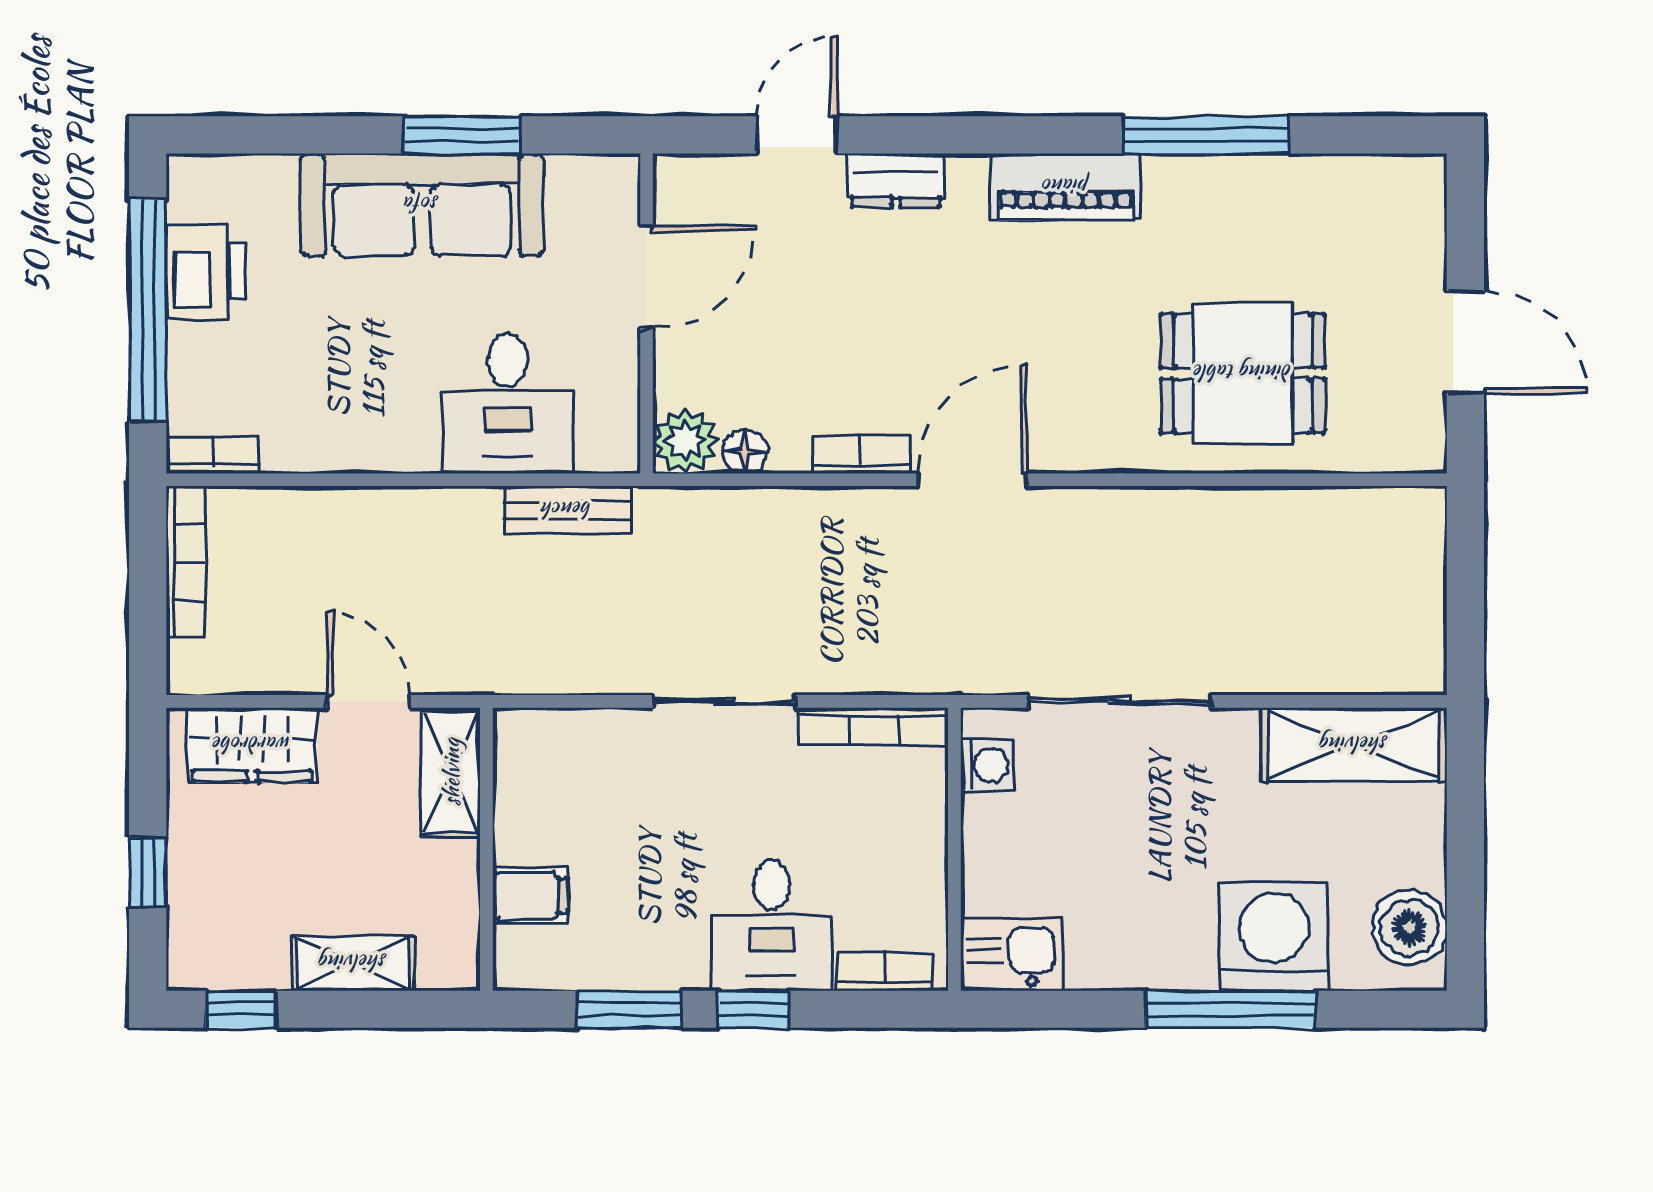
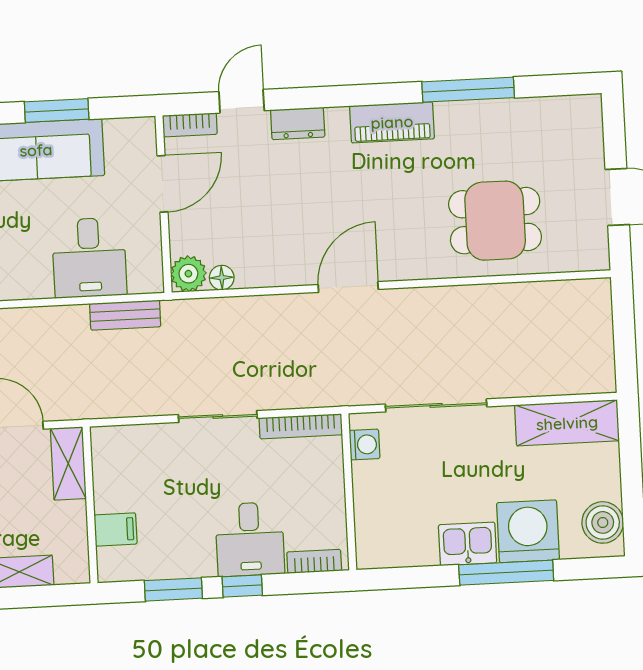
bookcase: (861, 454) -> (190, 125), moved, turned 180
kitchen sink: (1011, 954) -> (468, 544), moved

